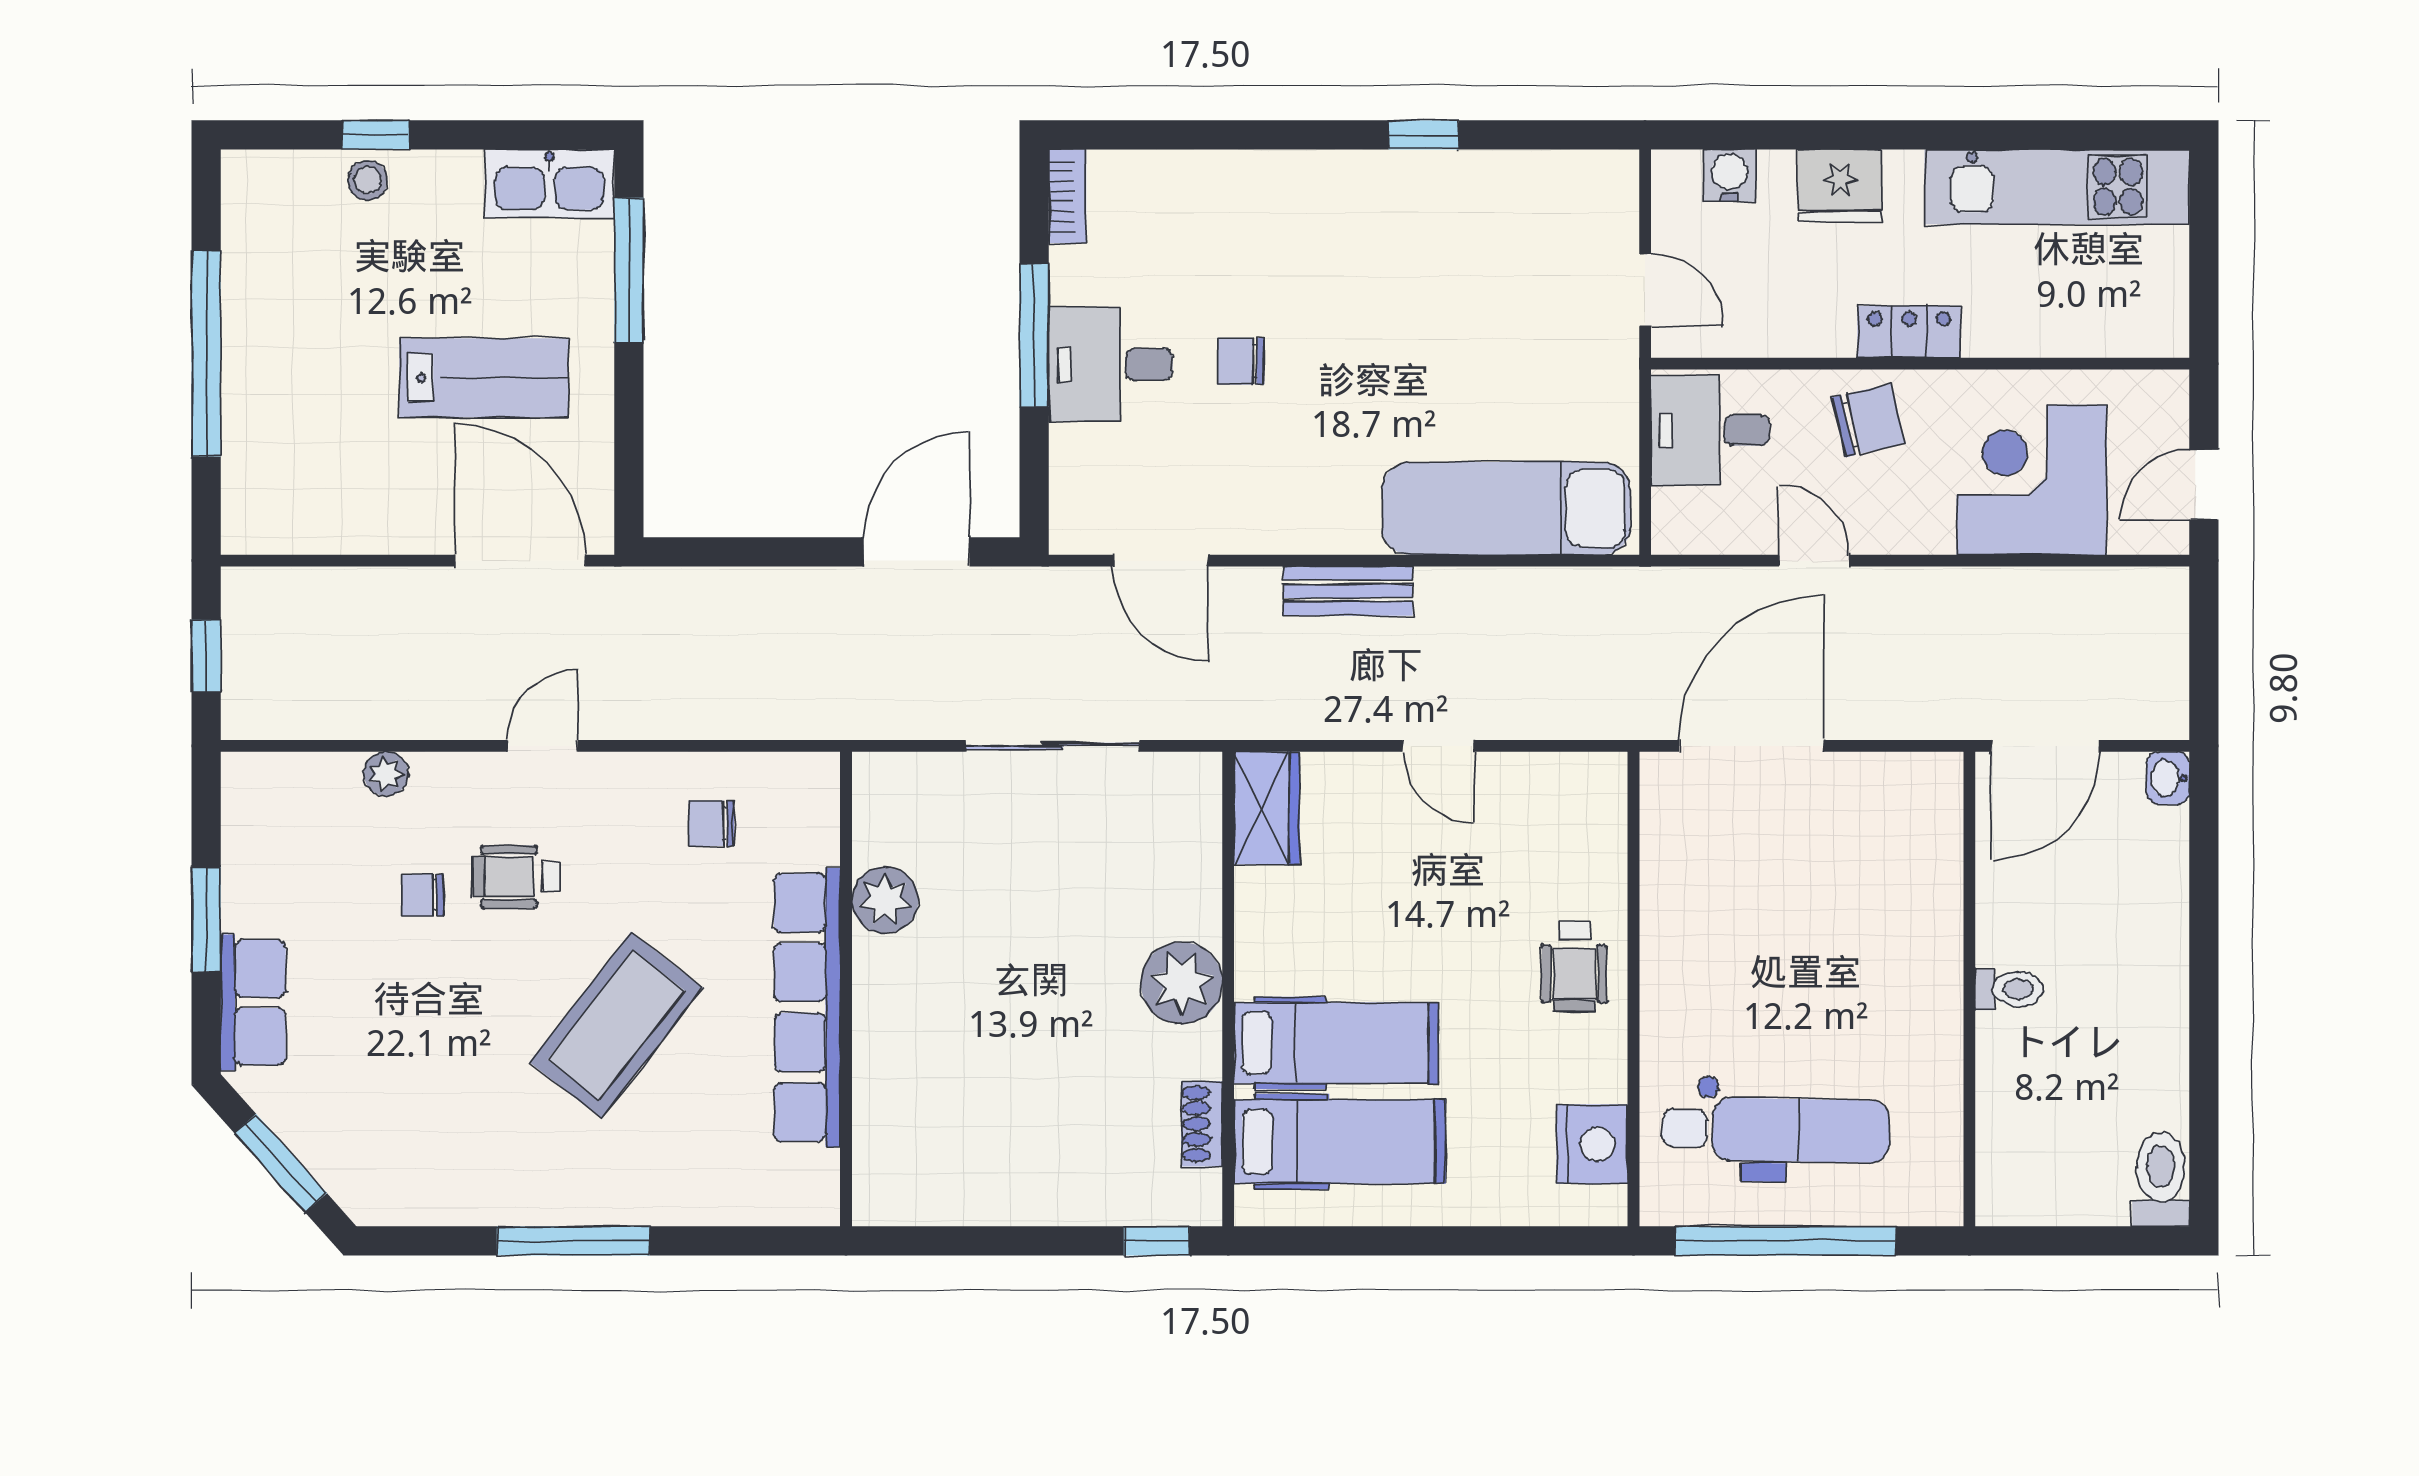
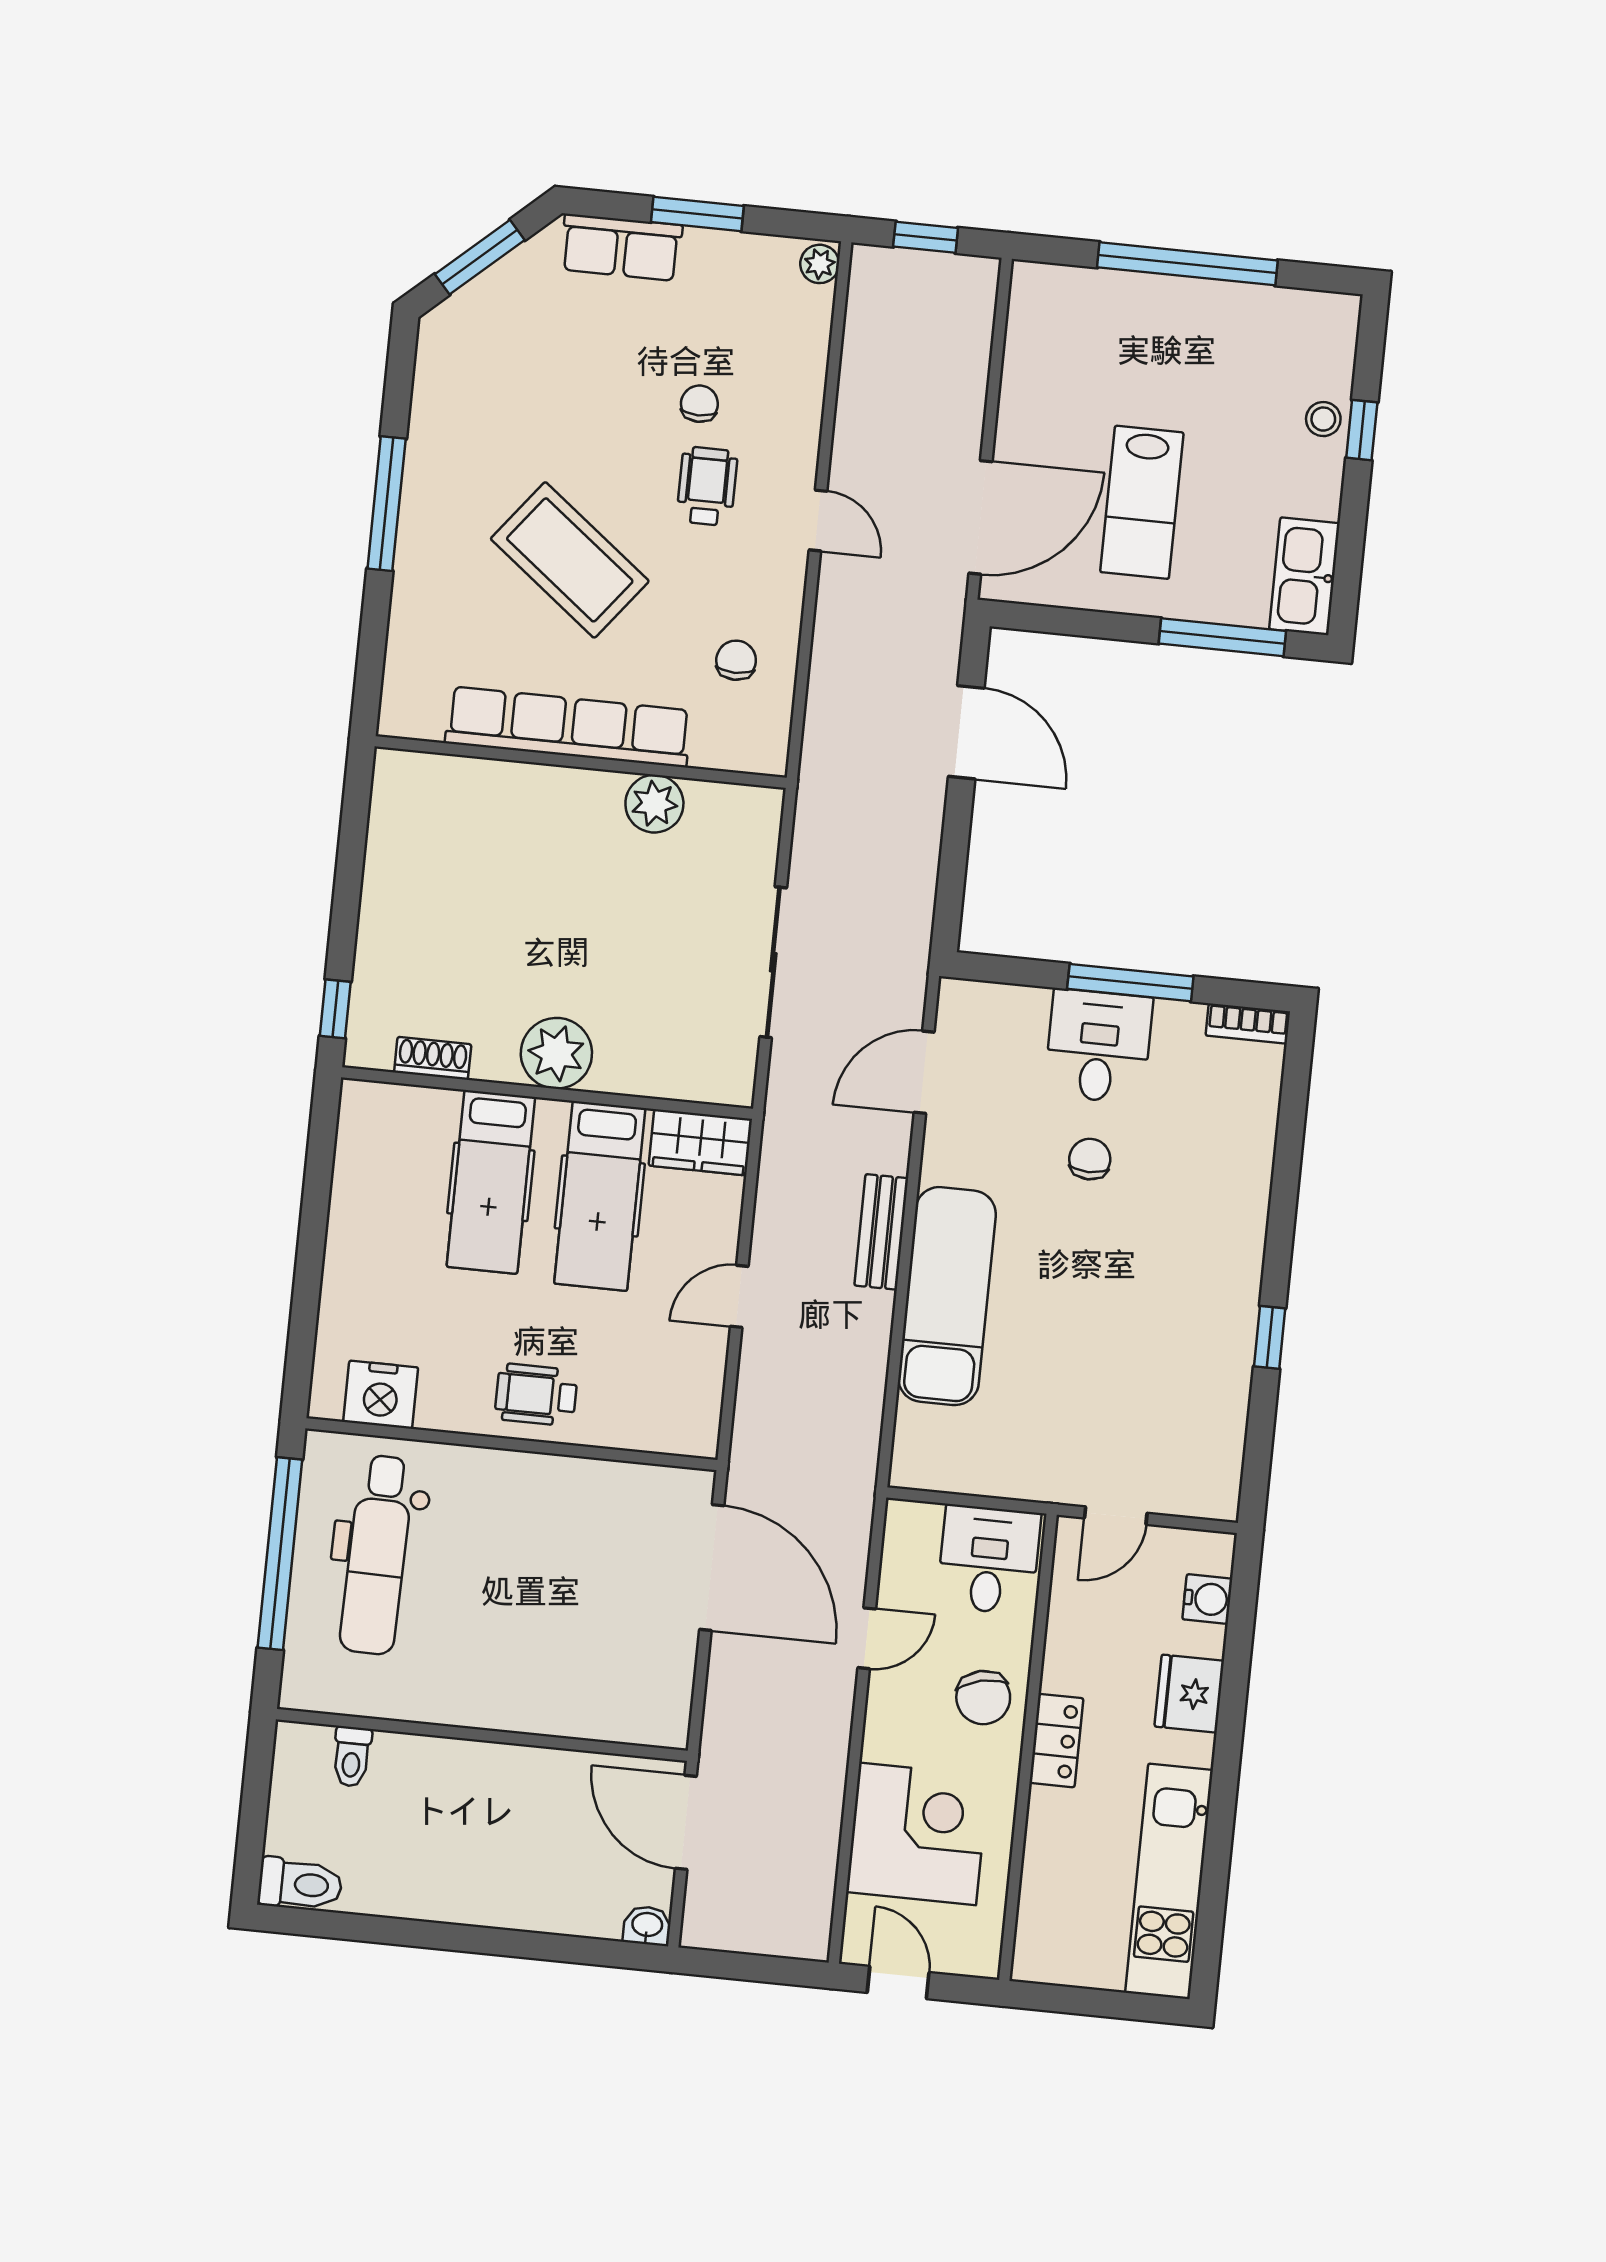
exam couch: (1506, 508) -> (947, 1296), moved
door: (917, 552) -> (966, 732), moved
plant: (386, 774) -> (820, 264), moved
toilet: (2009, 989) -> (352, 1757), moved
hospital bed: (1340, 1142) -> (600, 1196), moved

